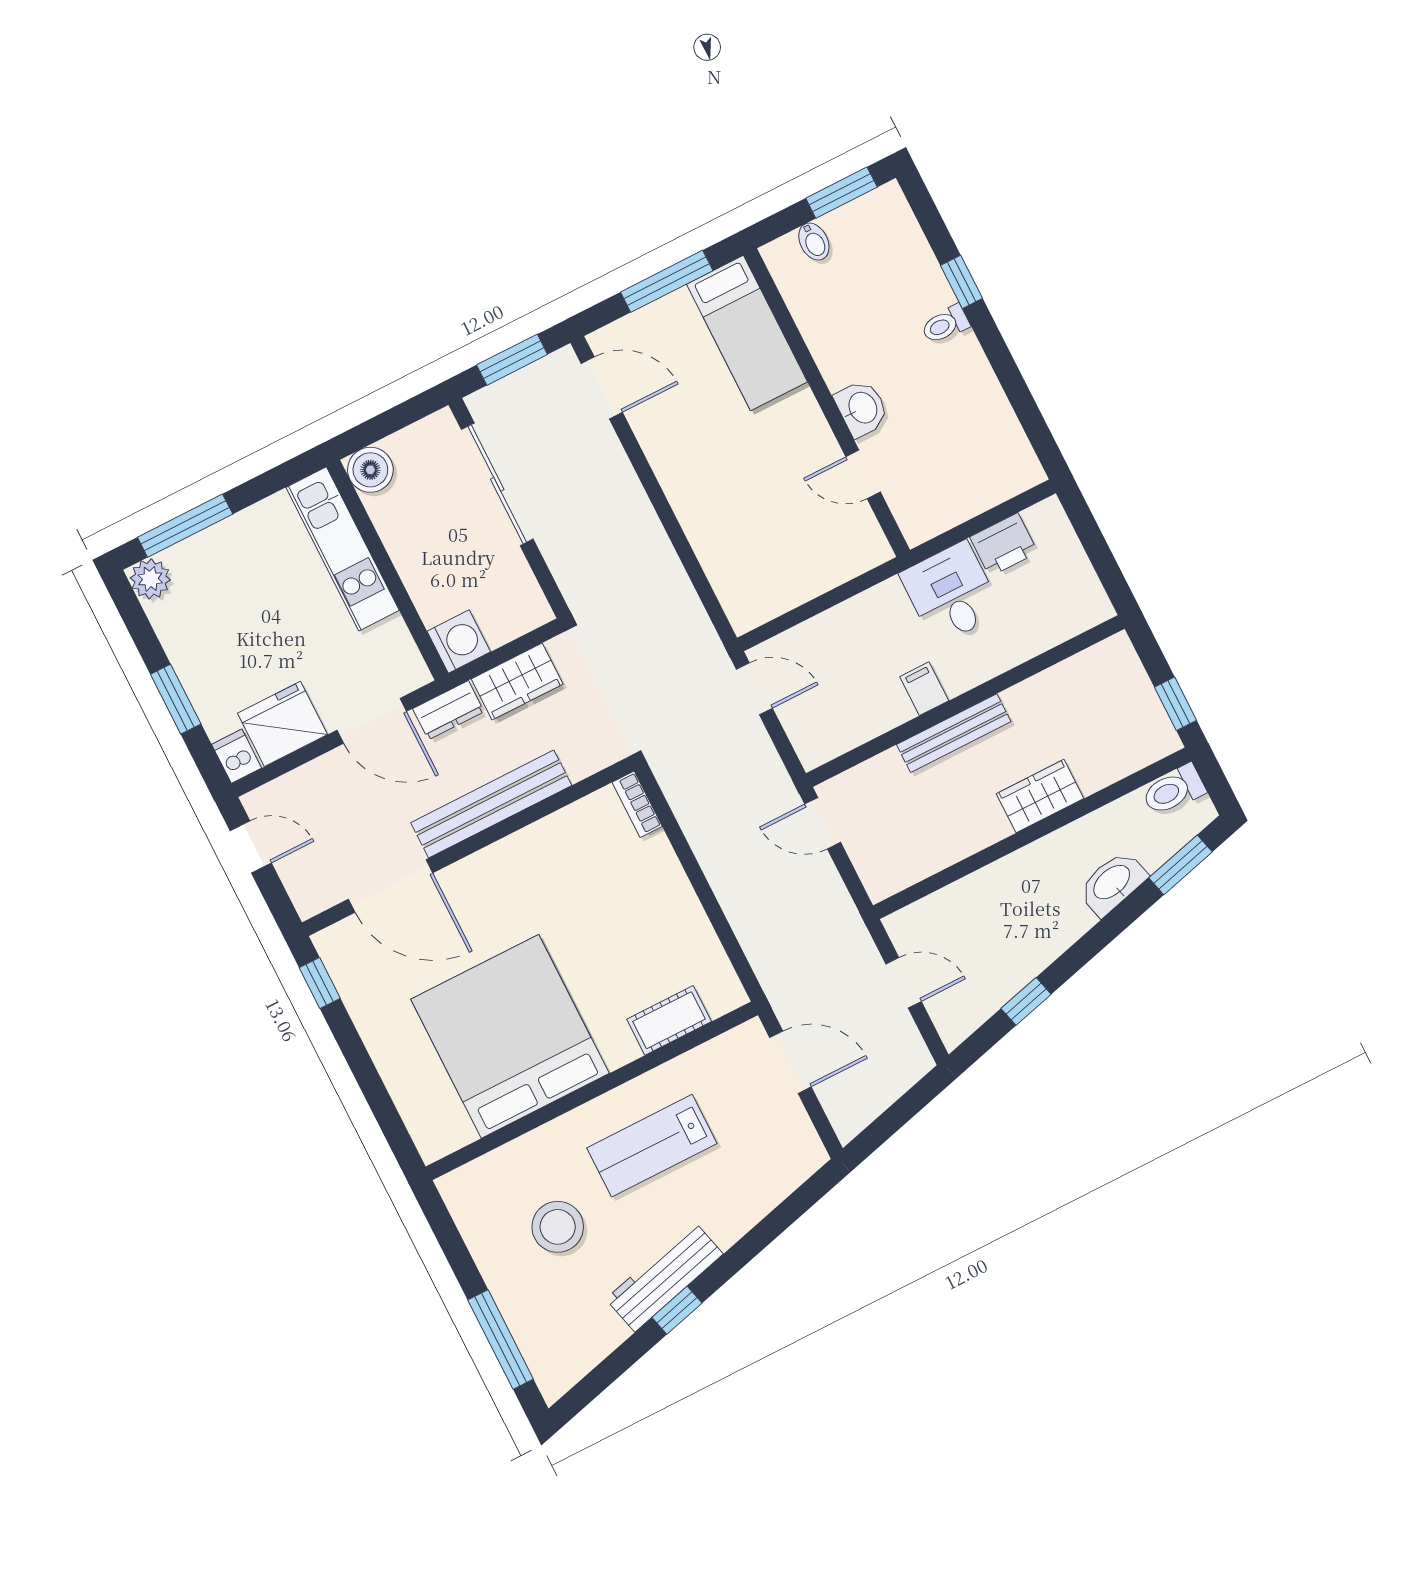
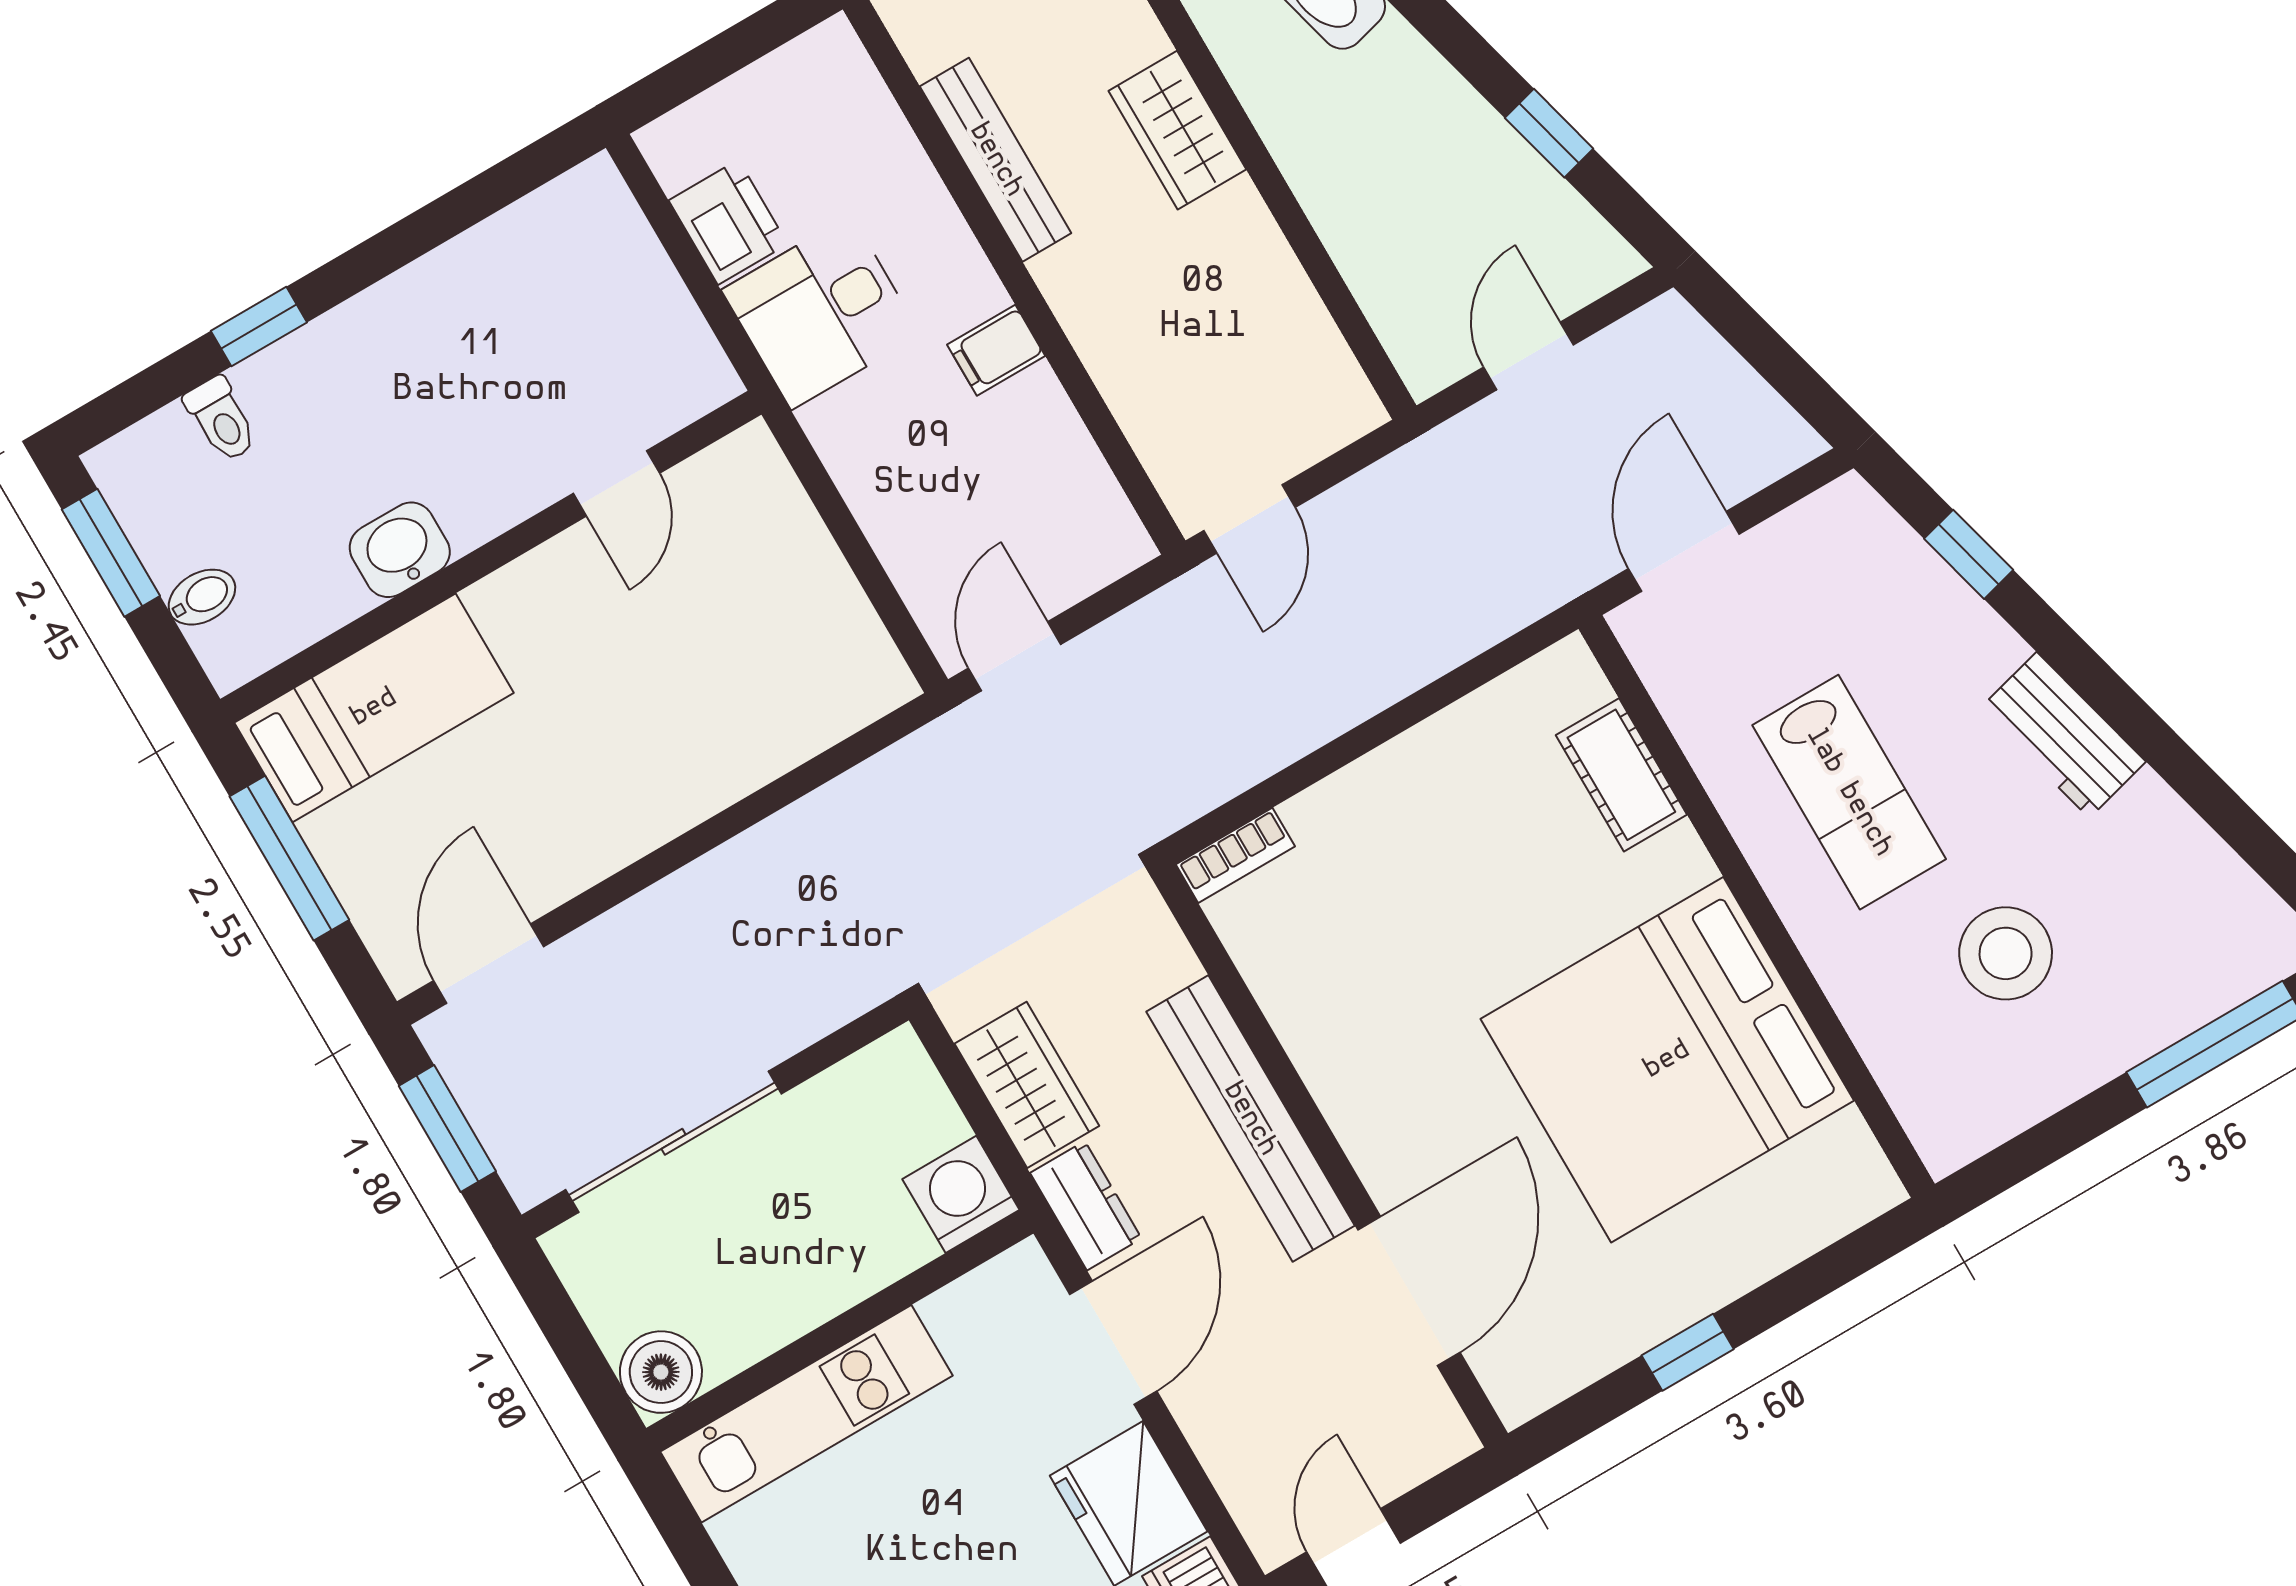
toilet: (945, 324) -> (221, 419), moved
washbasin: (862, 408) -> (400, 550), moved
bench: (954, 733) -> (996, 160), moved
window: (320, 983) -> (1688, 1352), moved
workbench: (664, 1276) -> (2063, 735), width x0.73
window: (677, 1310) -> (1969, 554), moved

